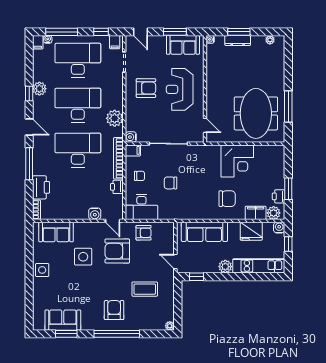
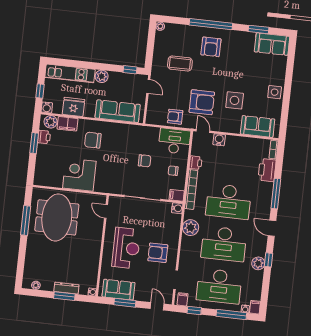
sofa: (63, 320) -> (272, 44), moved

